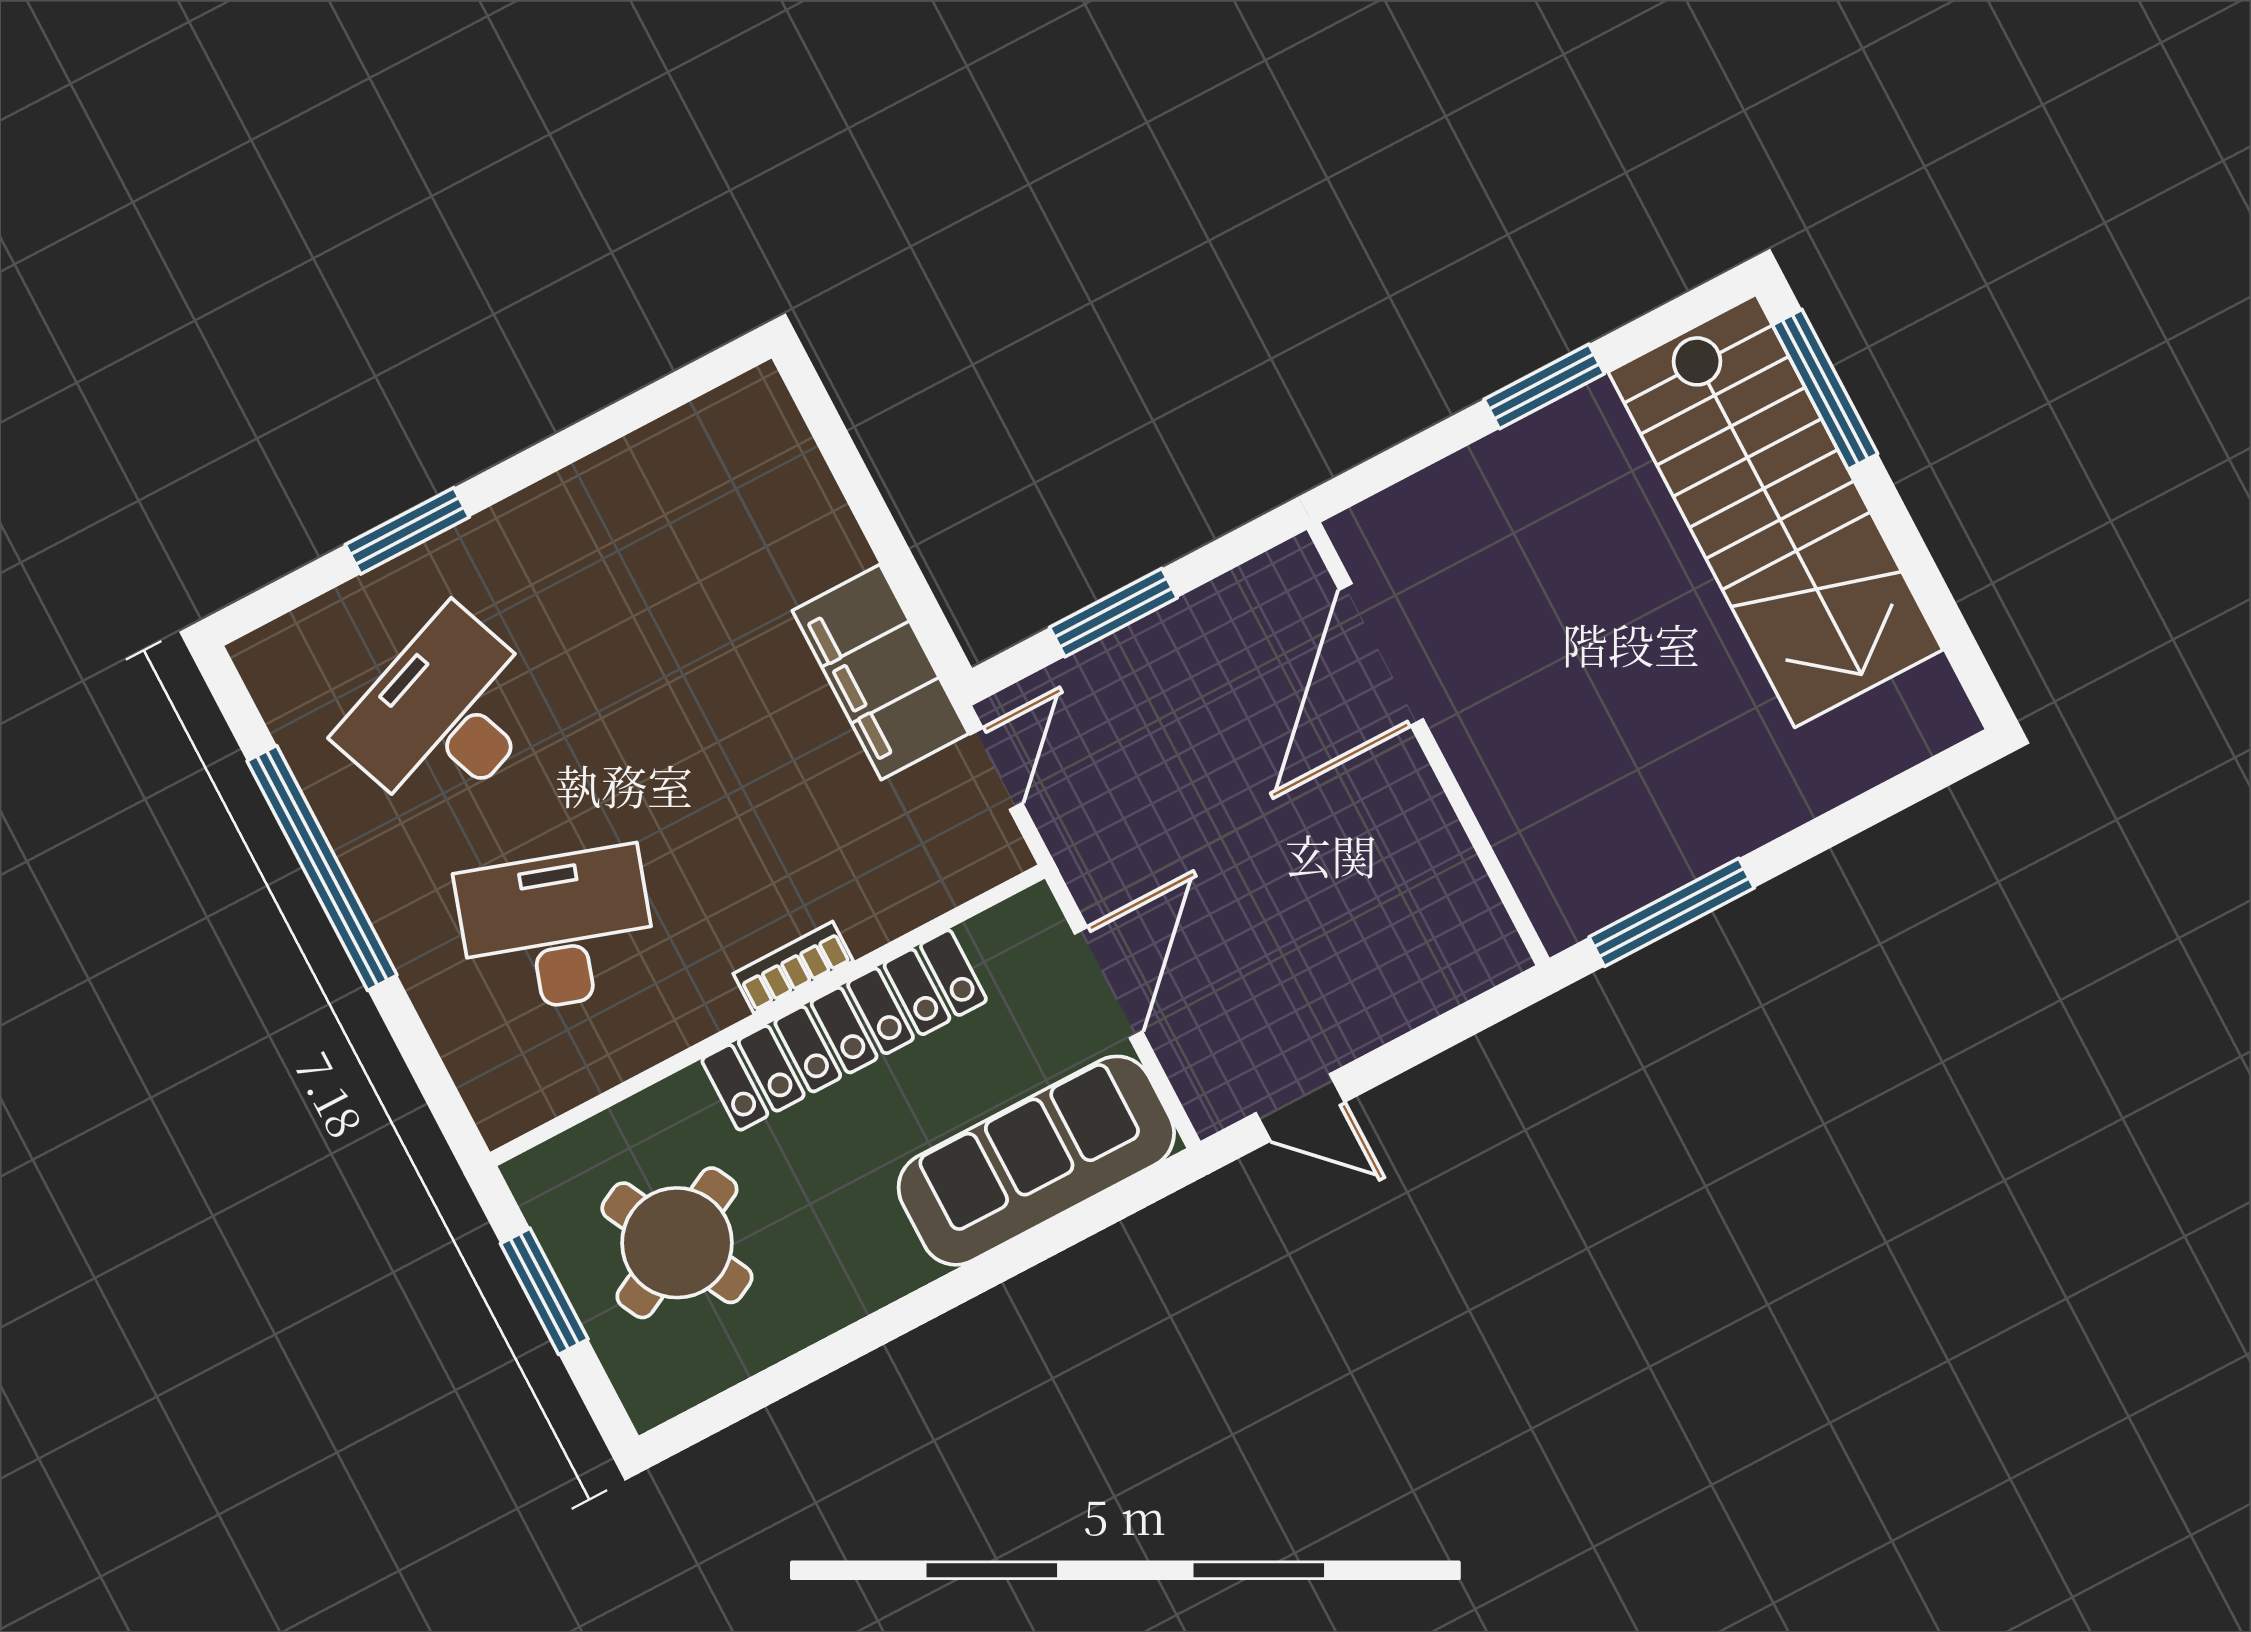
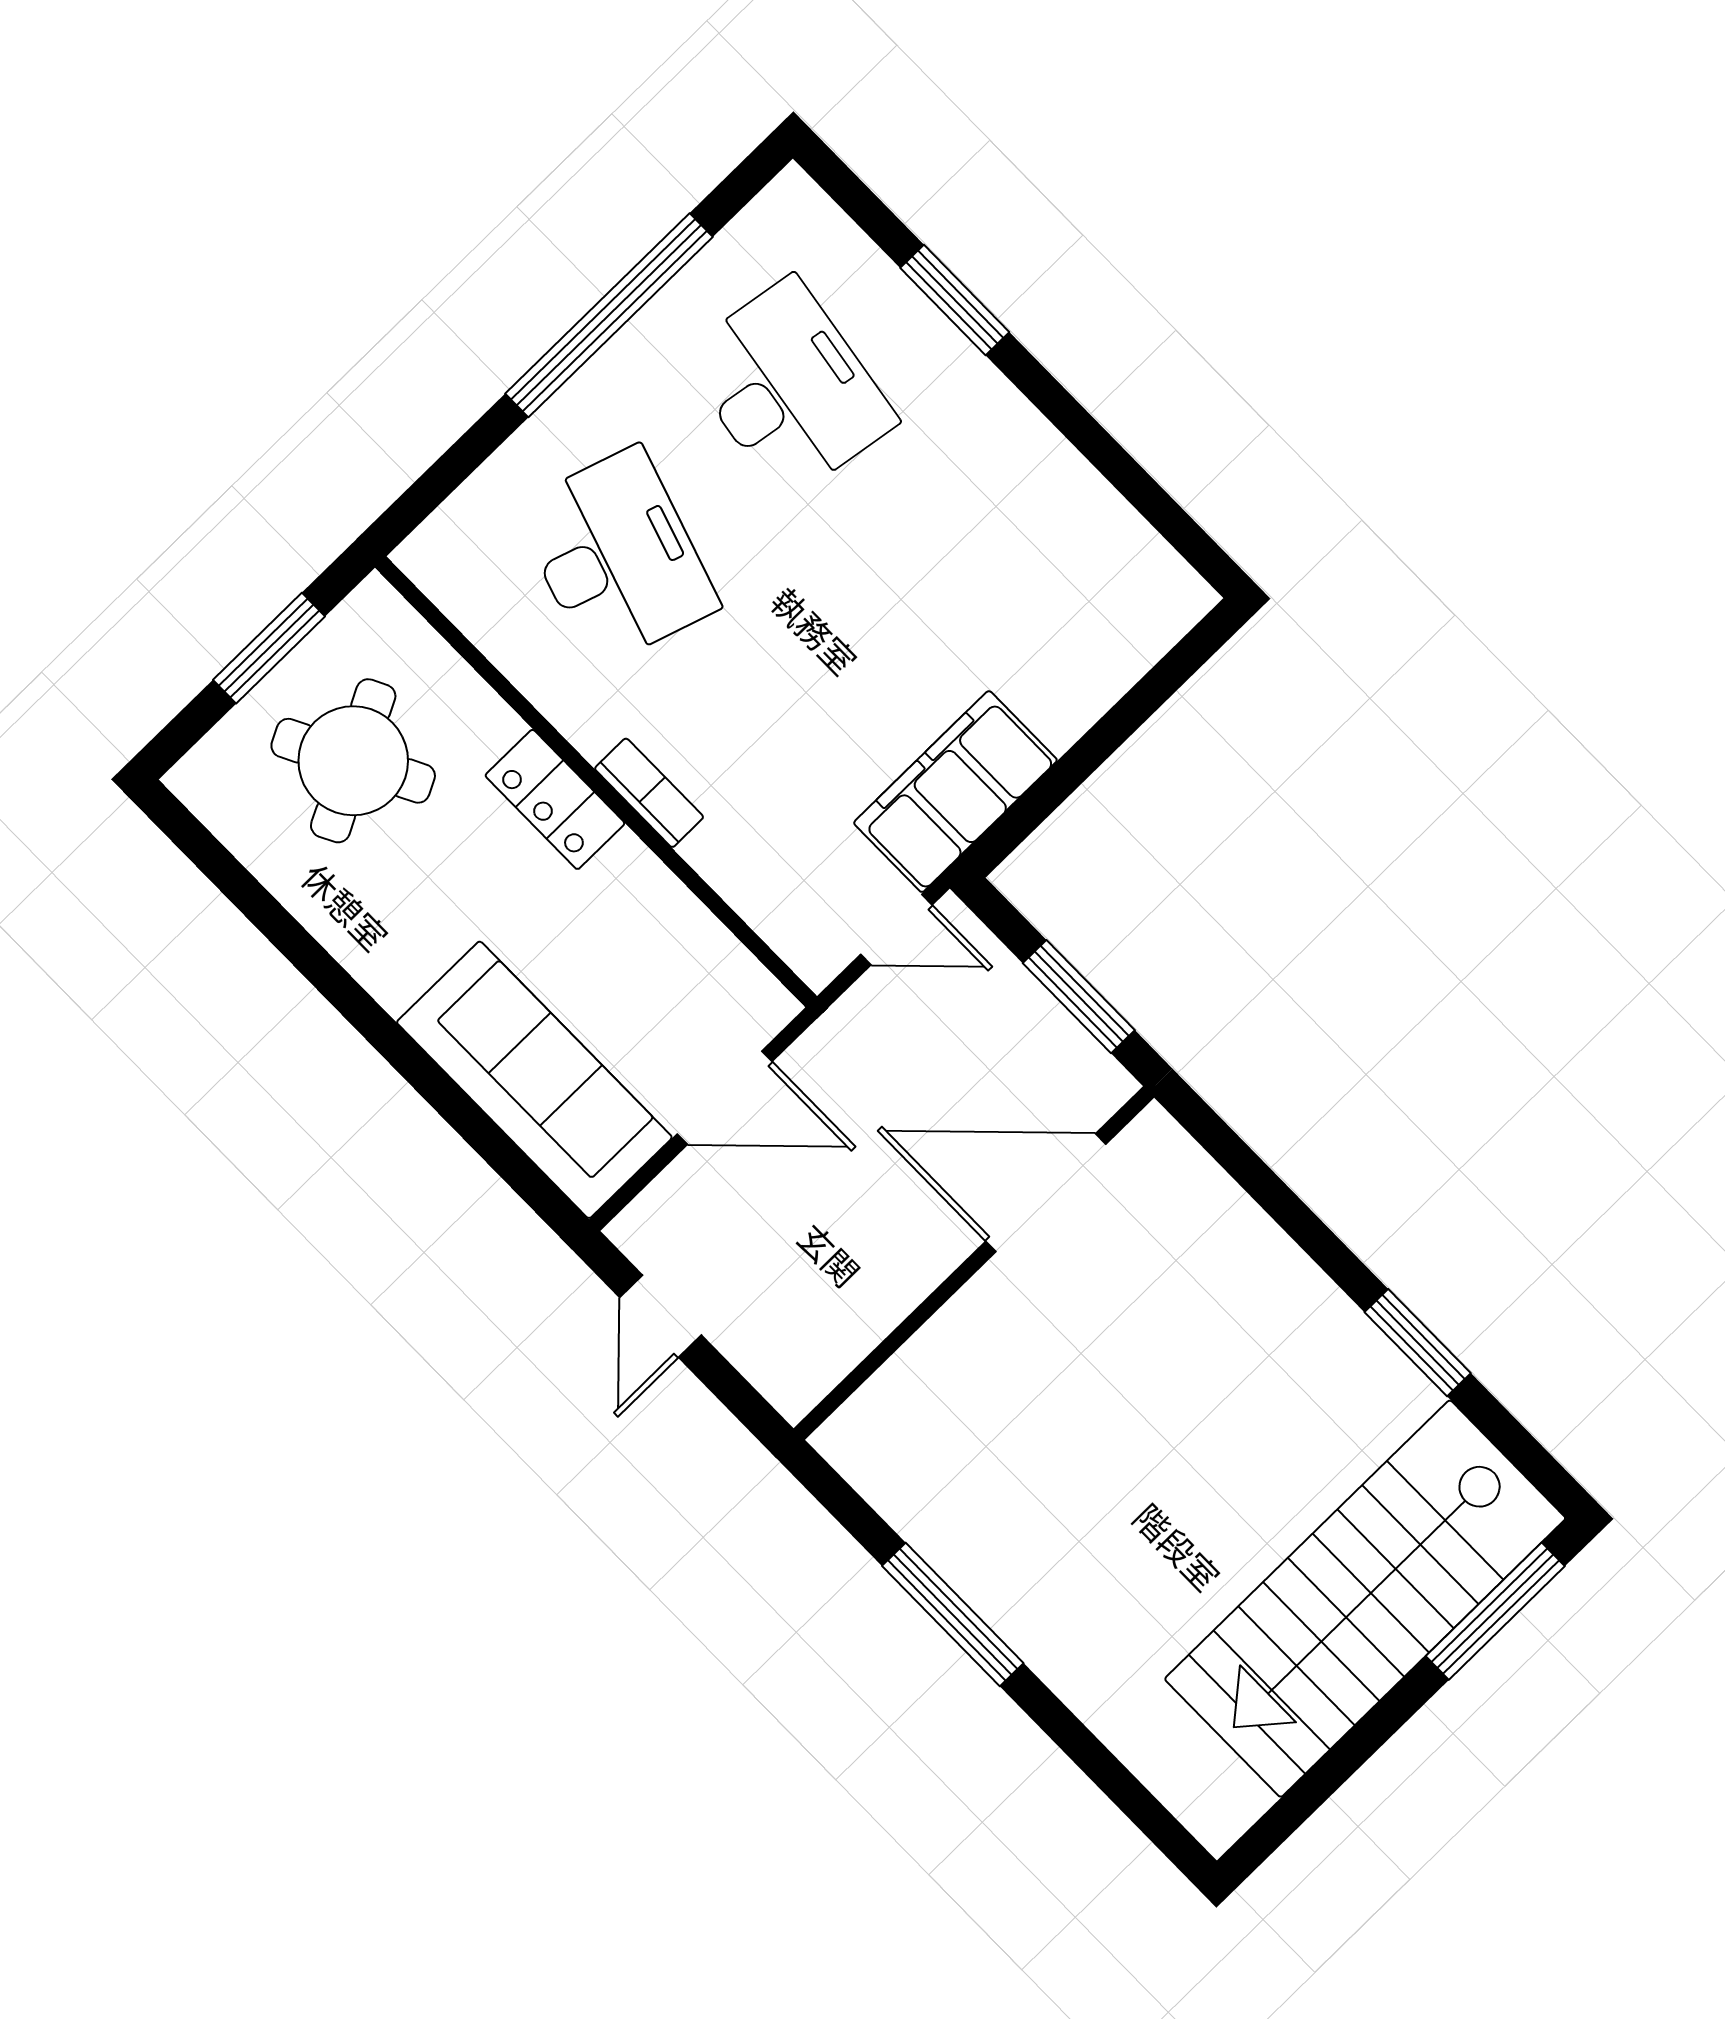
door: (1381, 654) -> (1046, 1193), moved
desk: (445, 716) -> (789, 389), turned 30
wall: (1428, 744) -> (974, 1263), moved
locker: (844, 1030) -> (555, 799), width x0.46, depth x0.83

